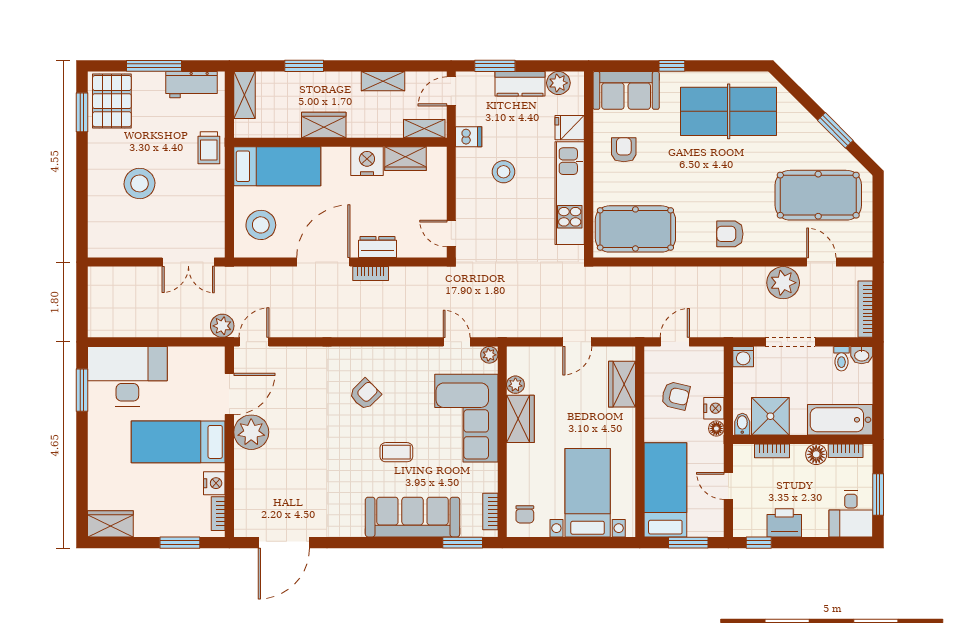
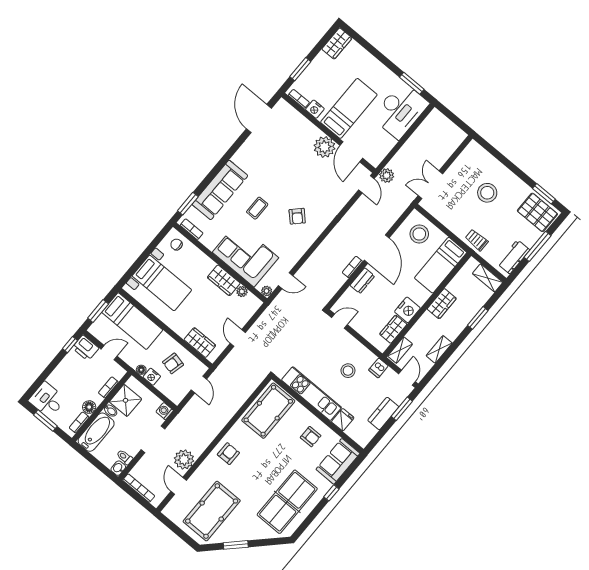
plant: (558, 83) -> (368, 432), removed
door: (821, 262) -> (179, 486), swing flipped
bidet: (742, 424) -> (111, 411), moved
printer: (784, 523) -> (85, 348), moved, turned 90

